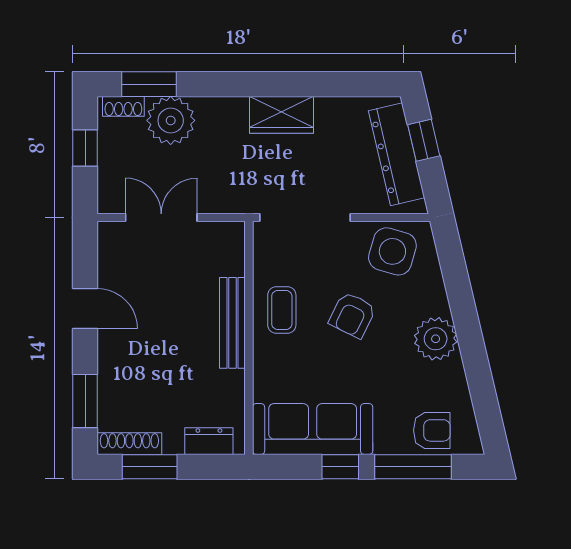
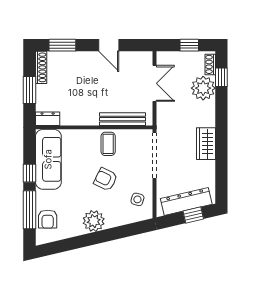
window: (149, 84) -> (221, 77), width x0.67
side table: (392, 251) -> (137, 199), width x0.54, depth x0.54
door: (85, 309) -> (109, 45), hinge flipped
coffee table: (282, 310) -> (108, 144), turned 90
bench: (232, 323) -> (123, 119), moved
dresser: (209, 441) -> (48, 119), moved, turned -90
window: (150, 467) -> (29, 90), moved

